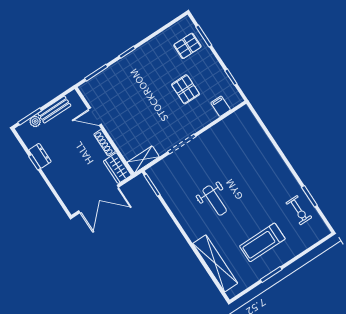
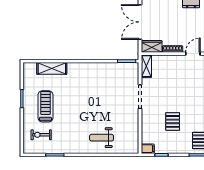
pallet: (186, 89) -> (173, 121), turned 90
filing cabinet: (221, 106) -> (148, 149), moved
weight bench: (215, 201) -> (102, 138), moved
exercise bike: (299, 210) -> (41, 135), moved
shelving: (215, 263) -> (52, 68), width x0.68

